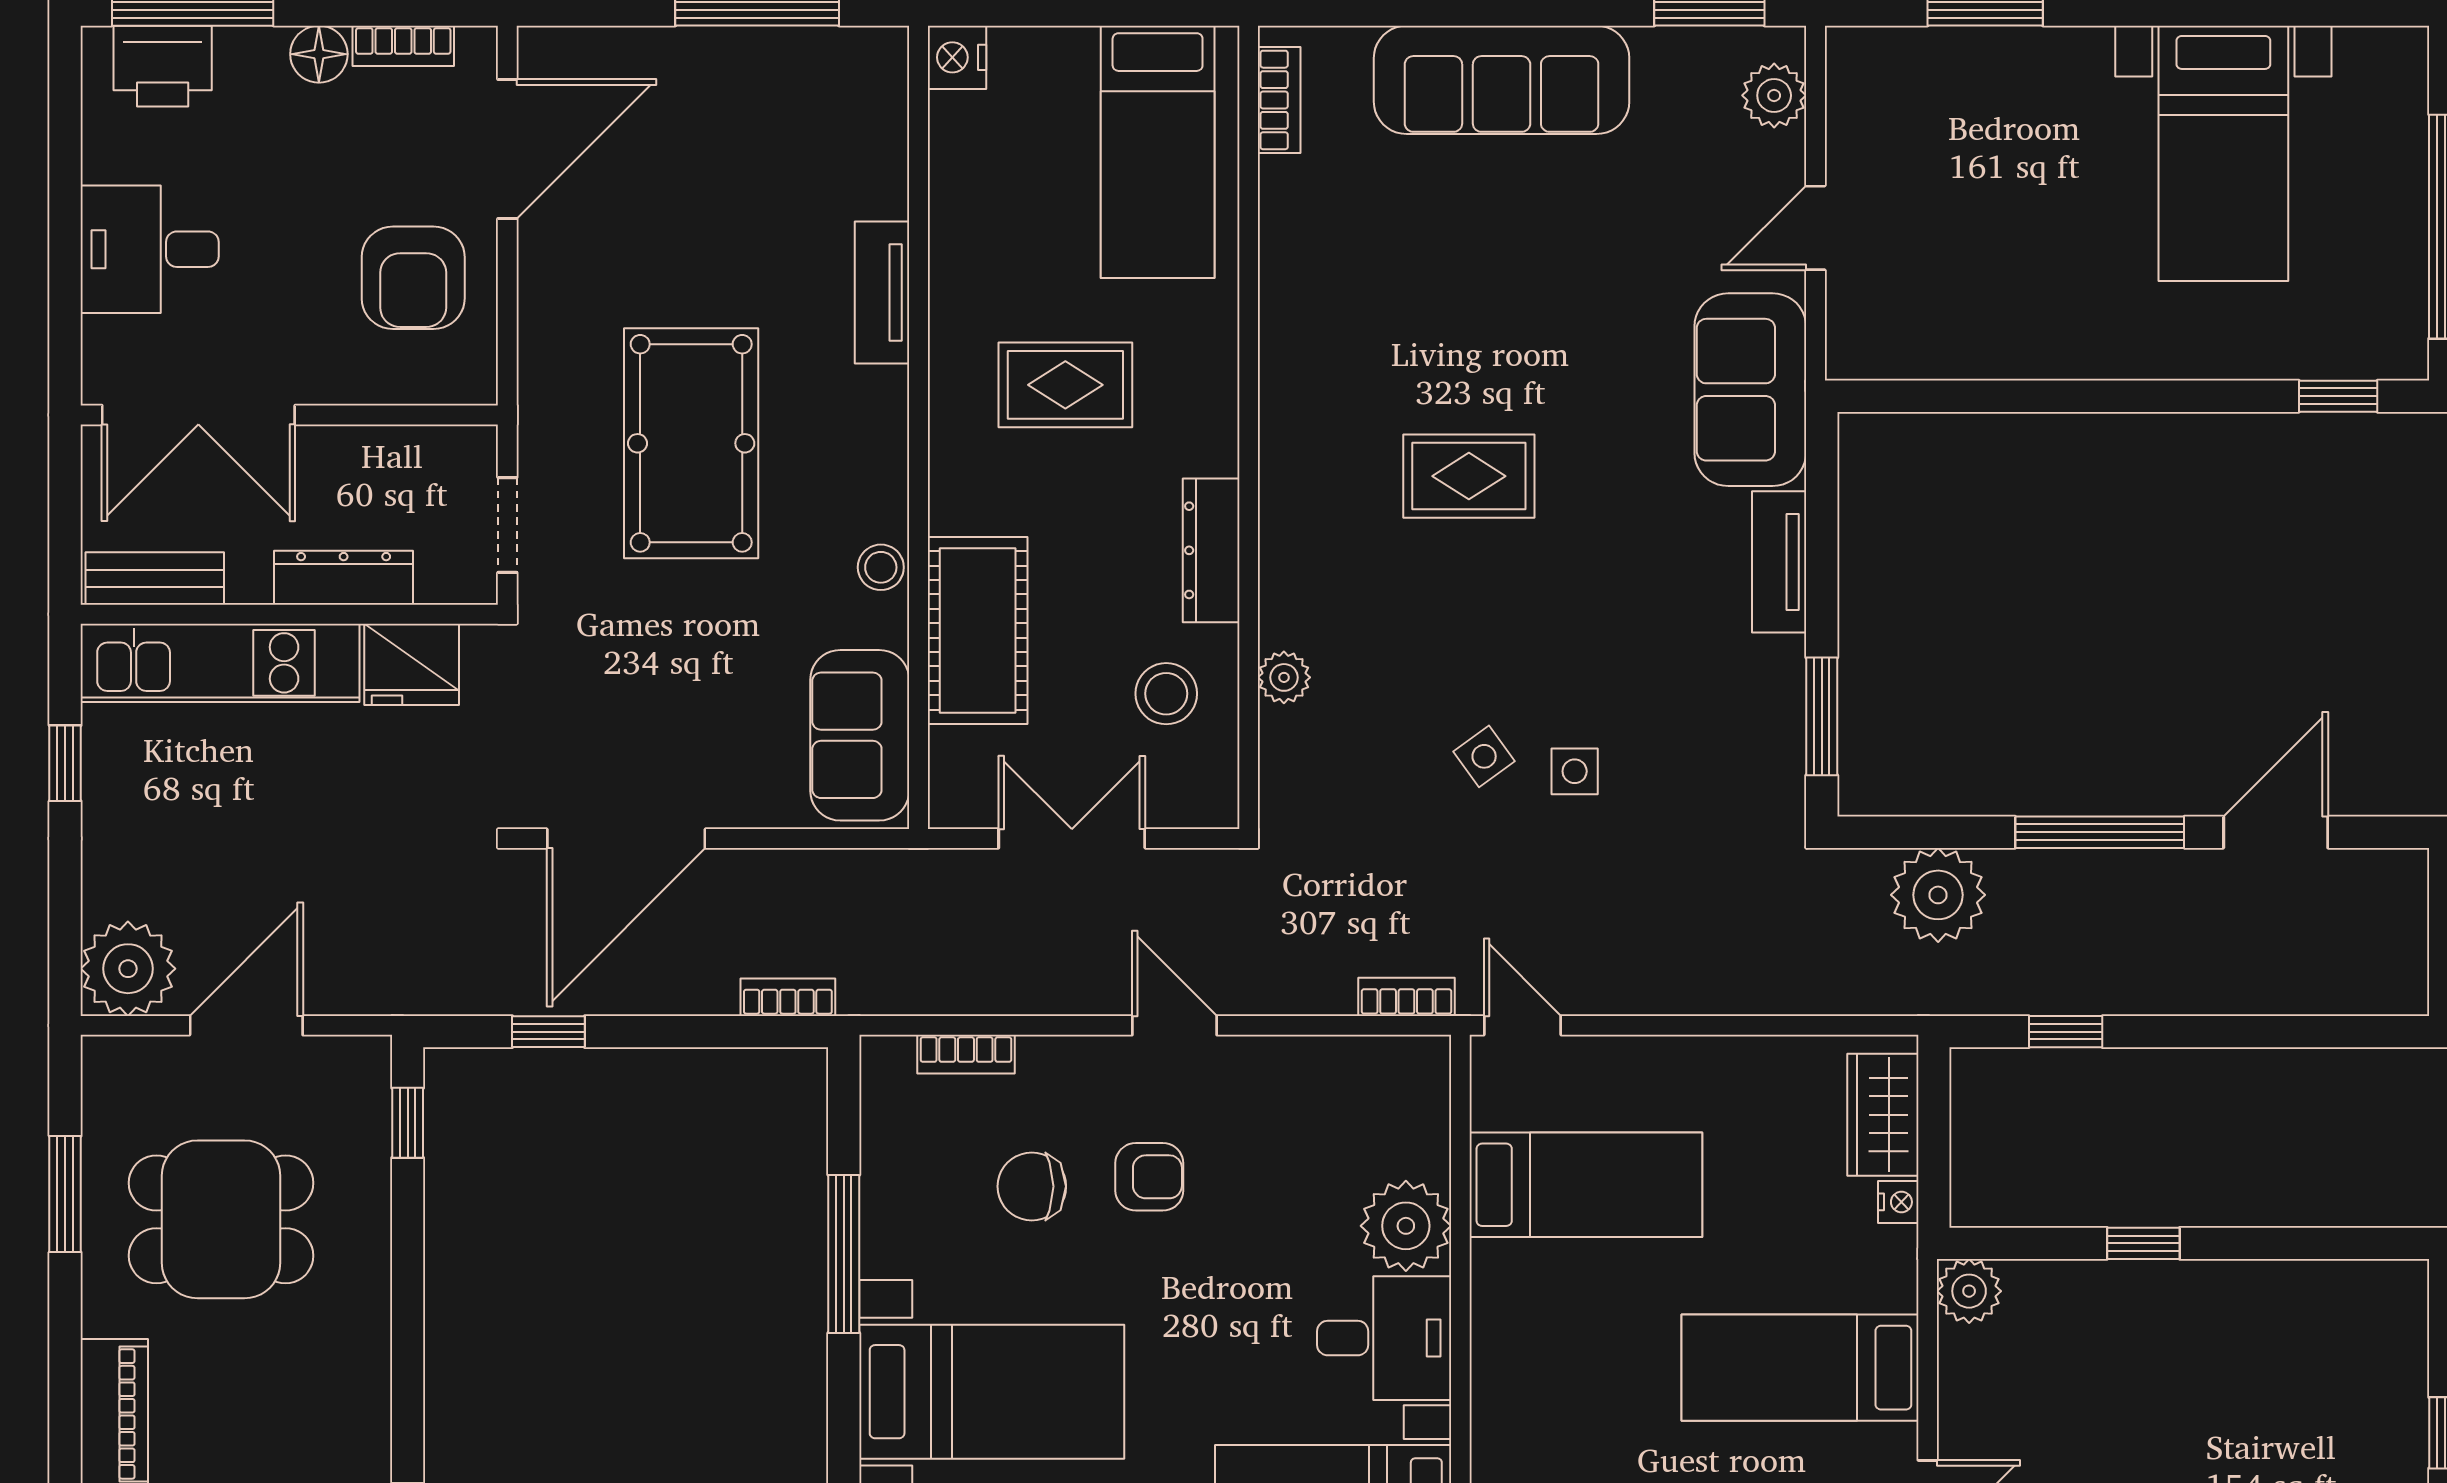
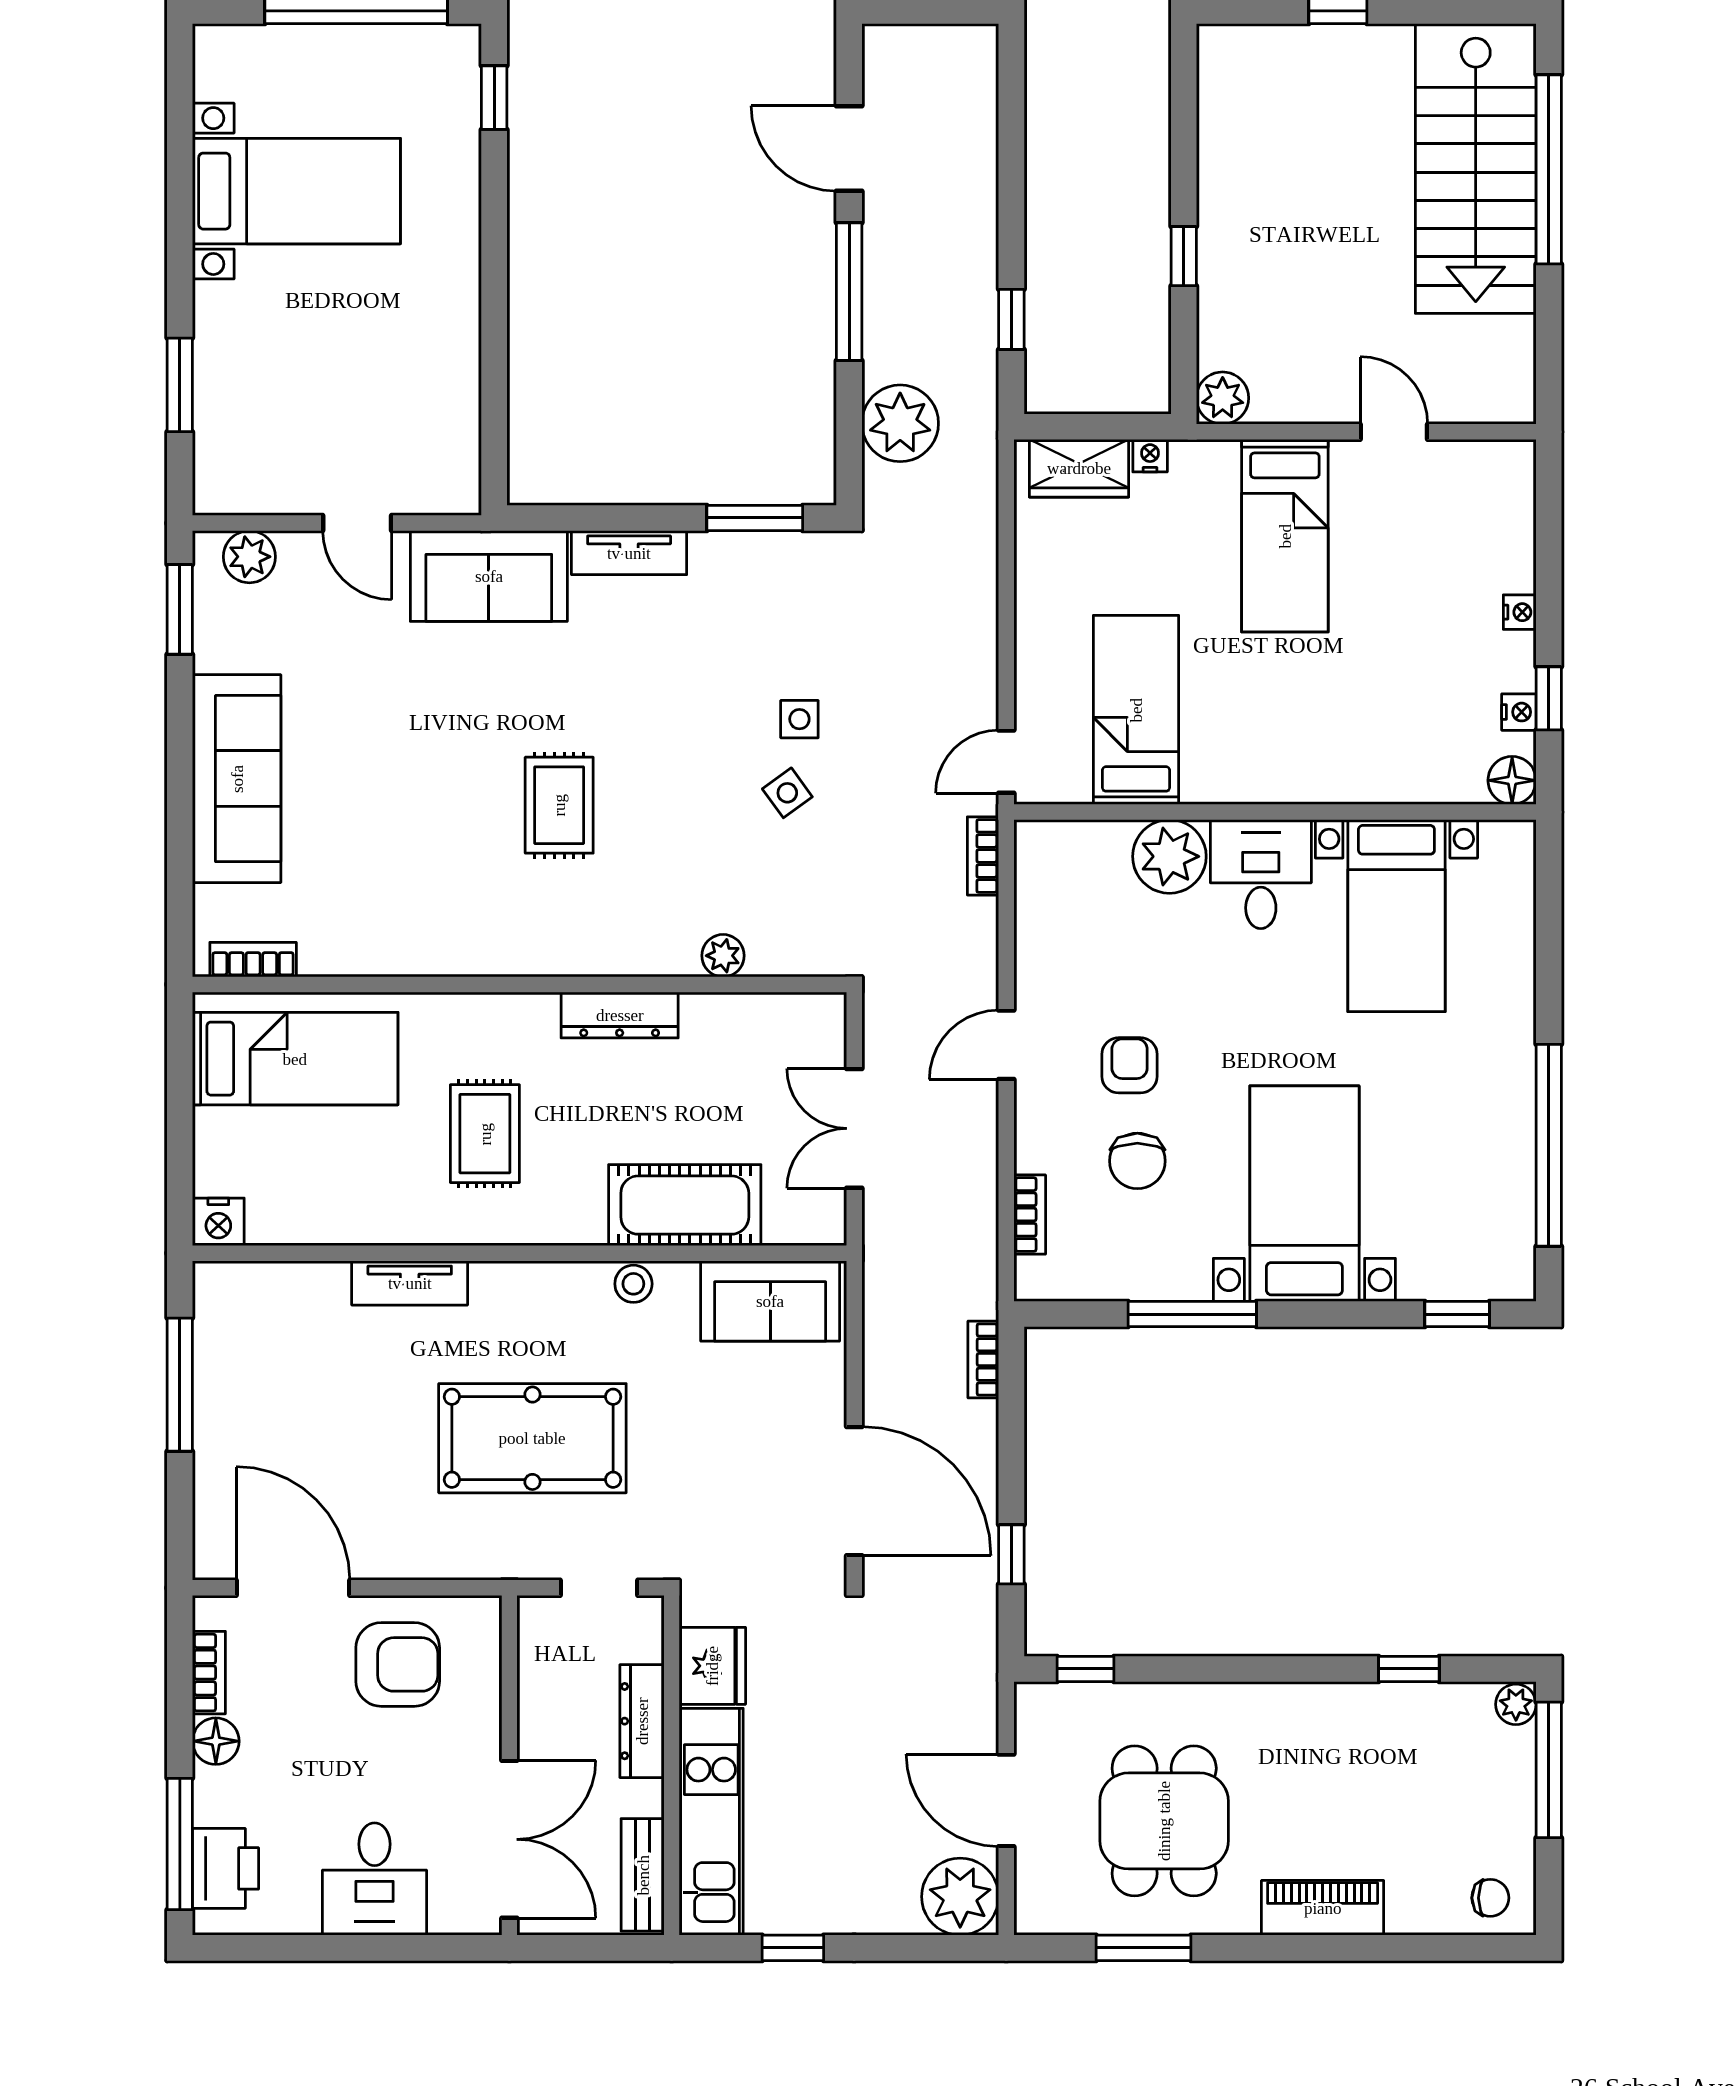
stool: (1166, 694) -> (736, 1052), removed

